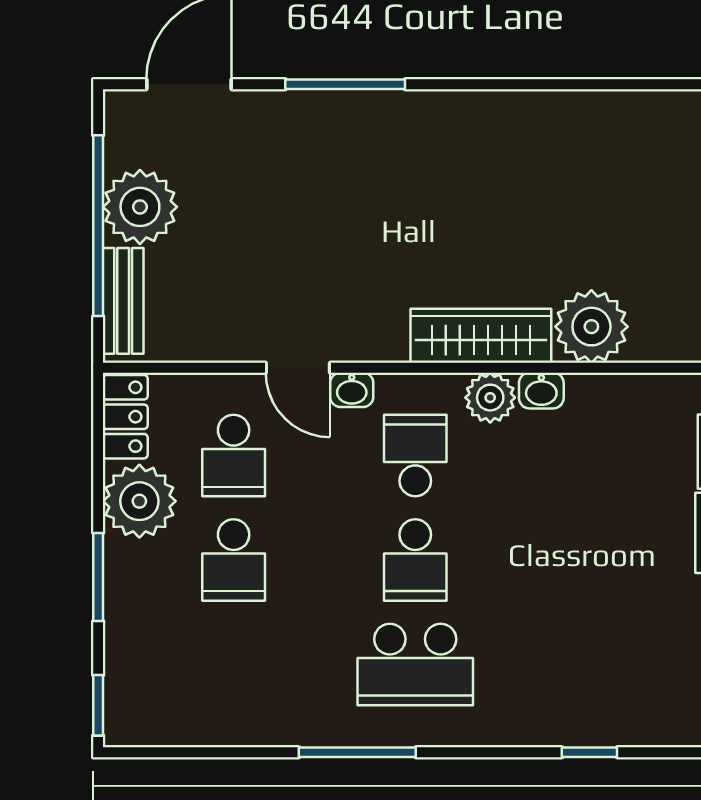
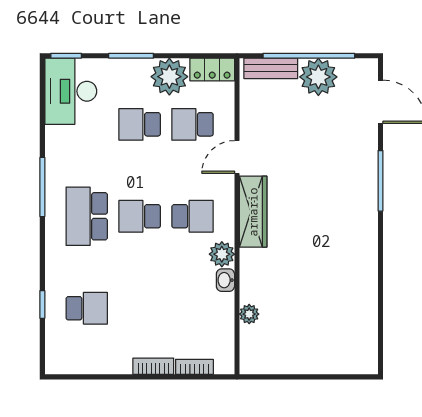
plant: (591, 327) -> (249, 314), width x0.53, depth x0.53
wardrobe: (481, 336) -> (253, 212), moved
washbasin: (352, 390) -> (226, 184), removed
school desk: (597, 664) -> (87, 308), added
desk: (168, 696) -> (71, 91), added

